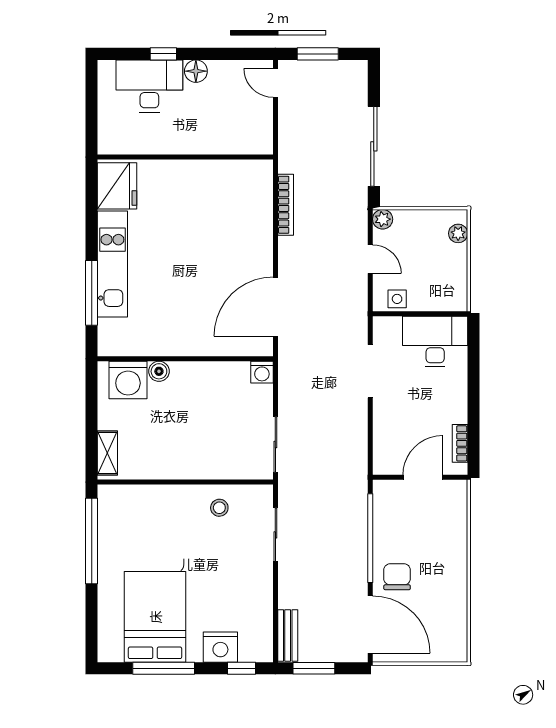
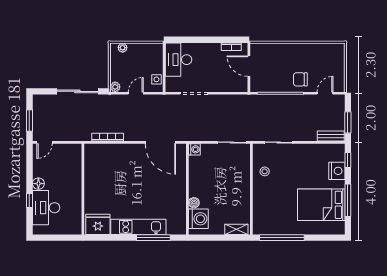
door: (370, 624) -> (325, 93), width x0.53

